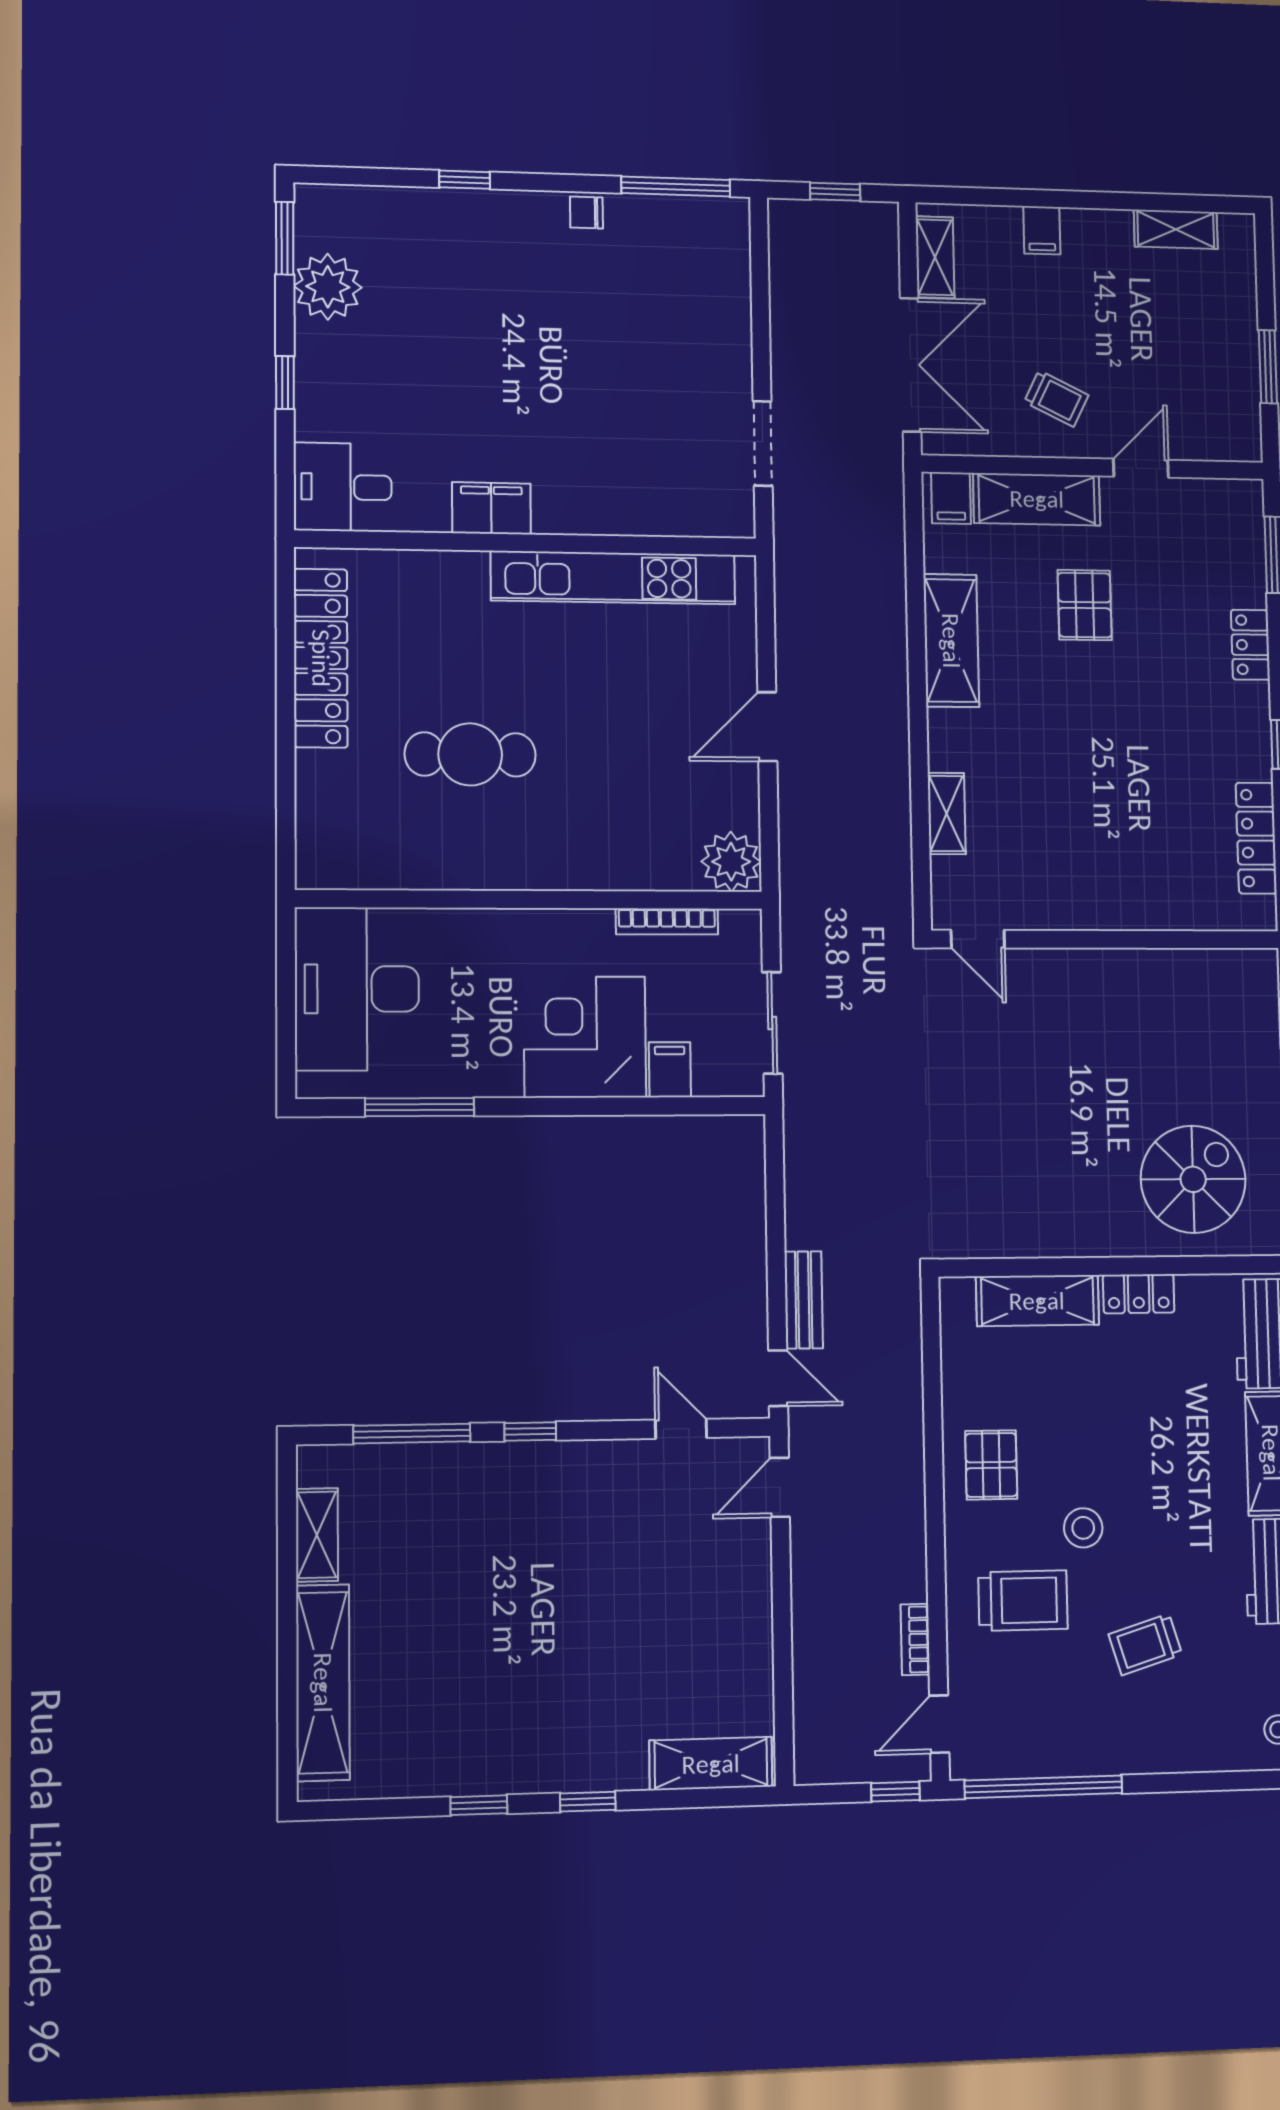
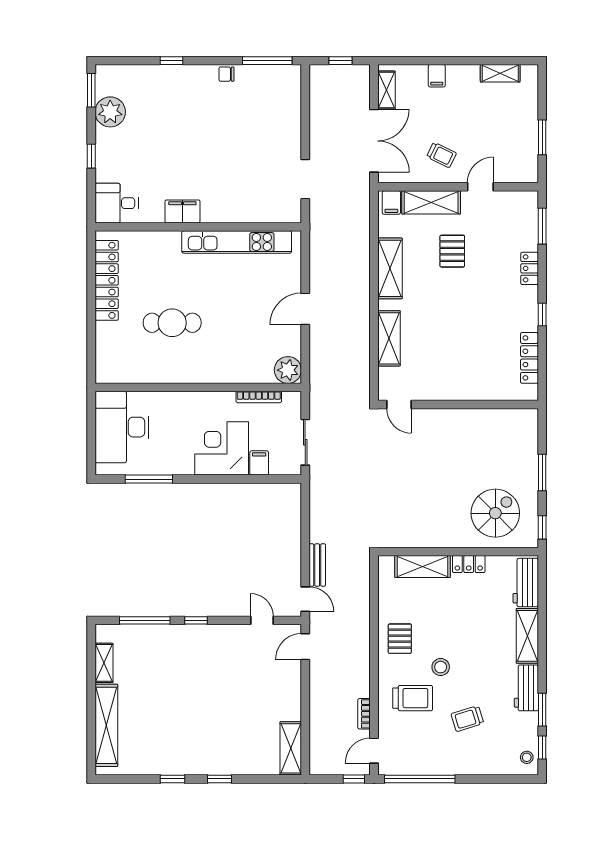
shelving: (947, 813) -> (389, 338), width x1.50, depth x1.33
shelving: (711, 1764) -> (291, 748), moved, turned 90

